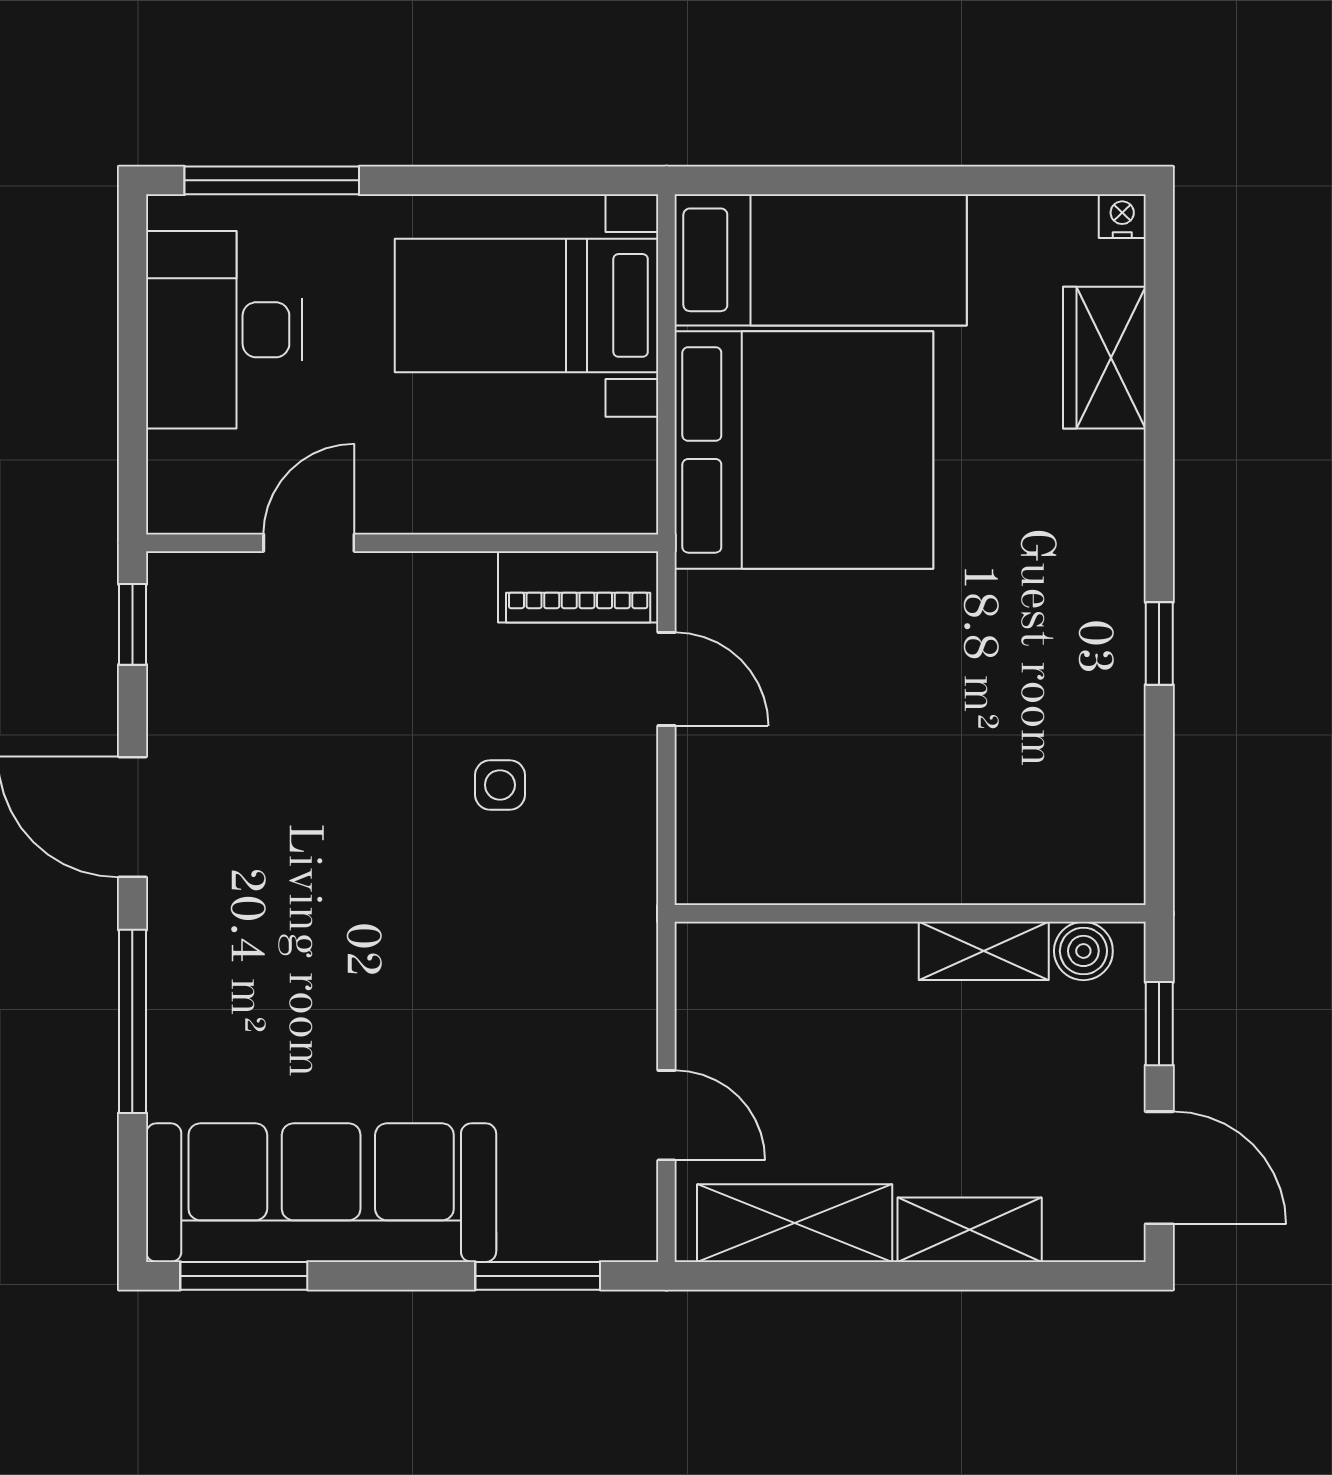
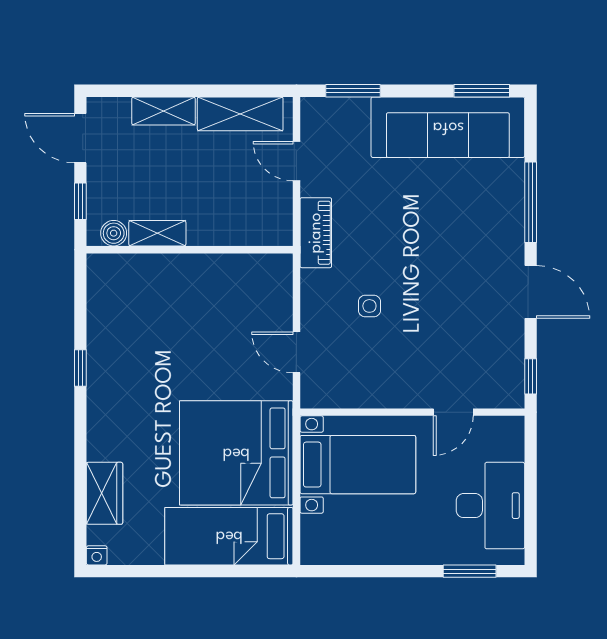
window: (272, 180) -> (470, 571), width x0.69
bed with nightstands: (527, 305) -> (358, 465), moved
piano: (578, 587) -> (316, 233), moved, turned 90

